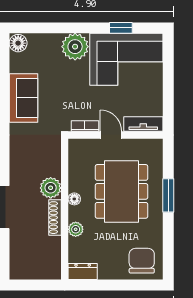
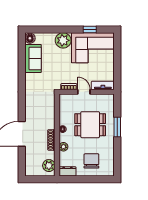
sofa: (23, 98) -> (33, 59), moved
plant: (51, 188) -> (49, 166), moved
dining table: (122, 191) -> (90, 125), width x0.73
chair: (142, 261) -> (91, 161), moved

